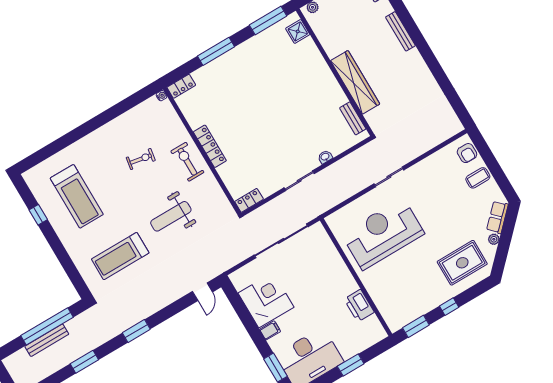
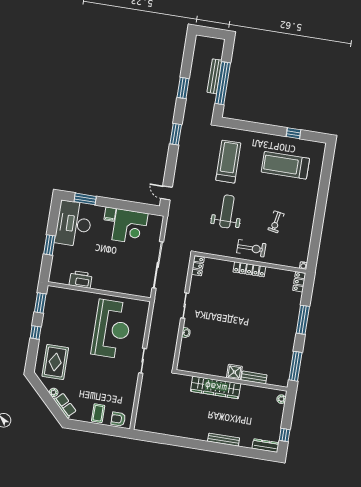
shower: (298, 31) -> (234, 372), moved
bench: (353, 118) -> (254, 377), moved

